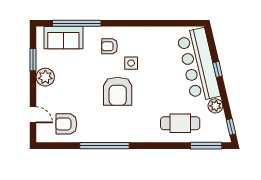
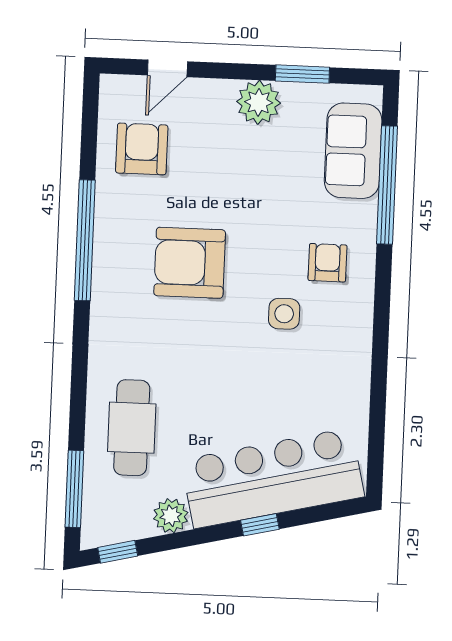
armchair: (118, 91) -> (190, 263), moved

